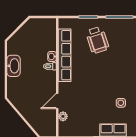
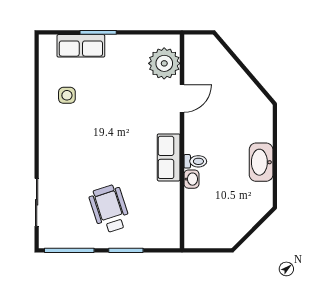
row of seats: (65, 55) -> (169, 157), width x0.50
plant: (63, 116) -> (164, 63), width x1.88, depth x1.88

